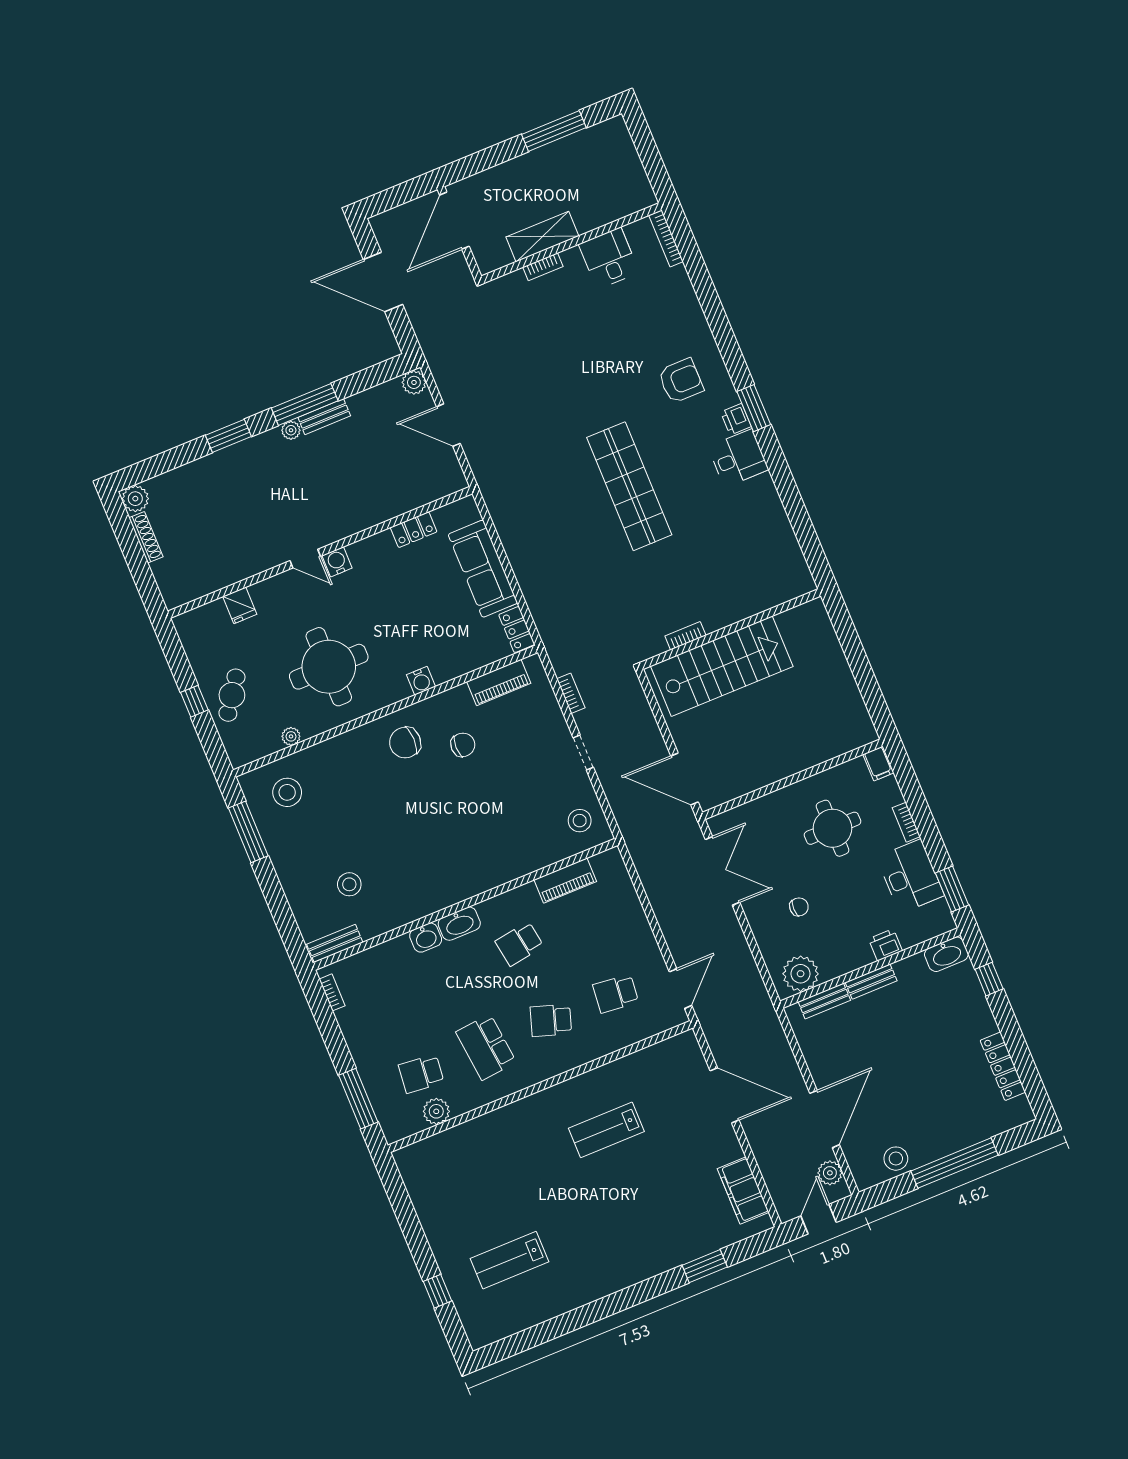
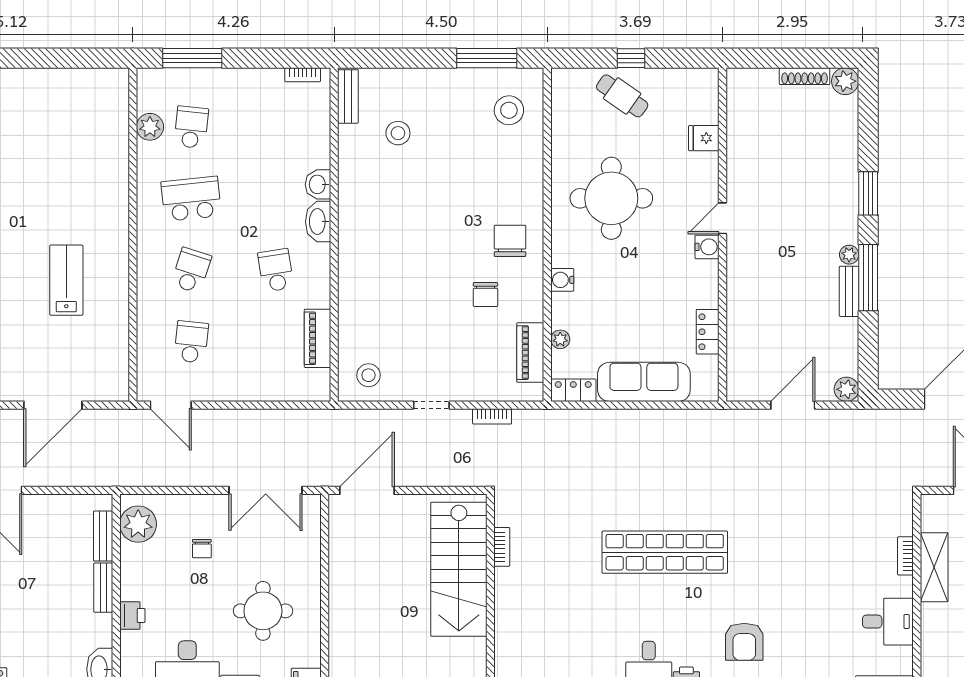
plant: (291, 736) -> (560, 339), moved

